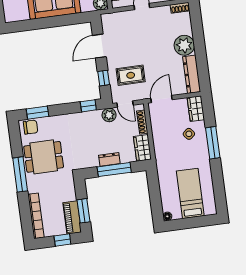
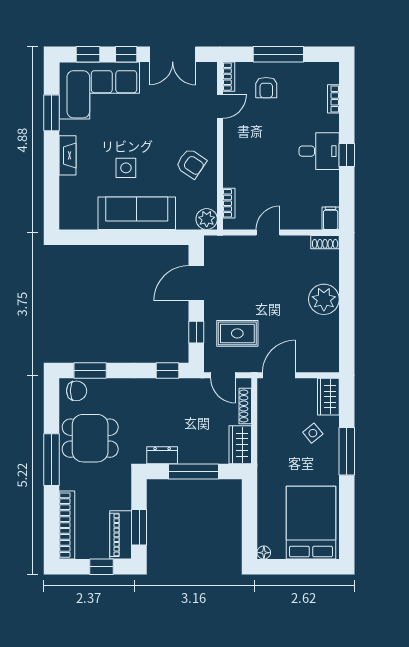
dresser: (192, 74) -> (329, 344), removed
plant: (109, 115) -> (197, 389), removed
dresser: (109, 159) -> (162, 455), moved
bed: (190, 193) -> (311, 523), width x1.50

